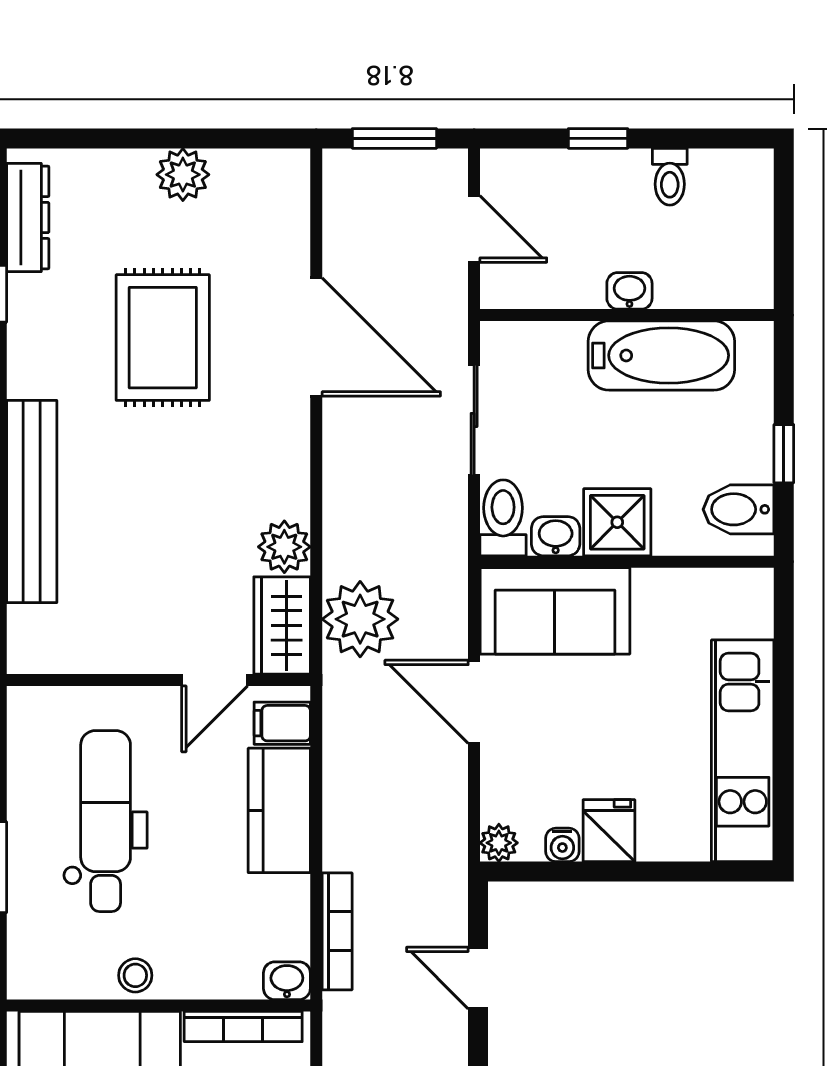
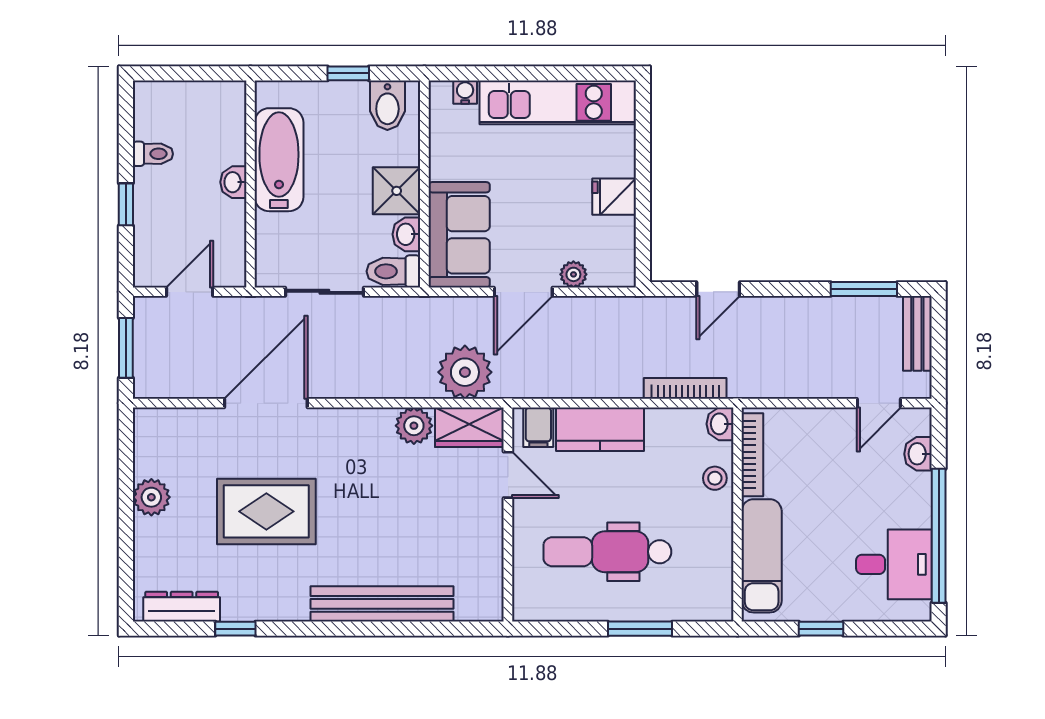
plant: (499, 843) -> (573, 274), moved
water cooler: (562, 845) -> (465, 92), moved, turned -90
stool: (135, 975) -> (715, 478), moved

